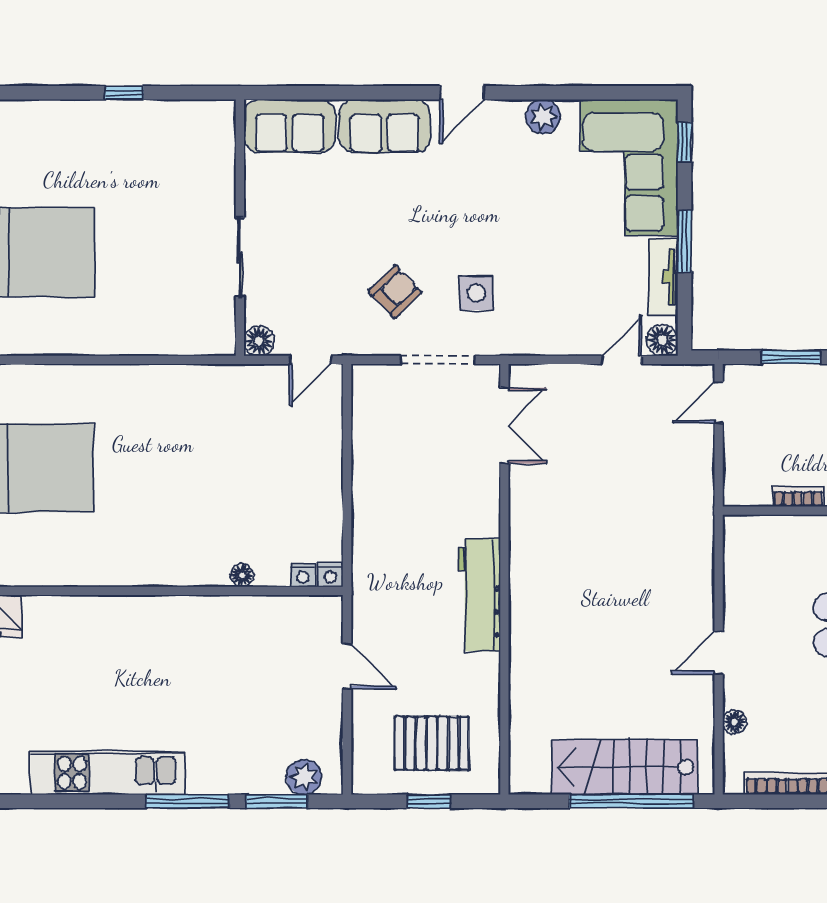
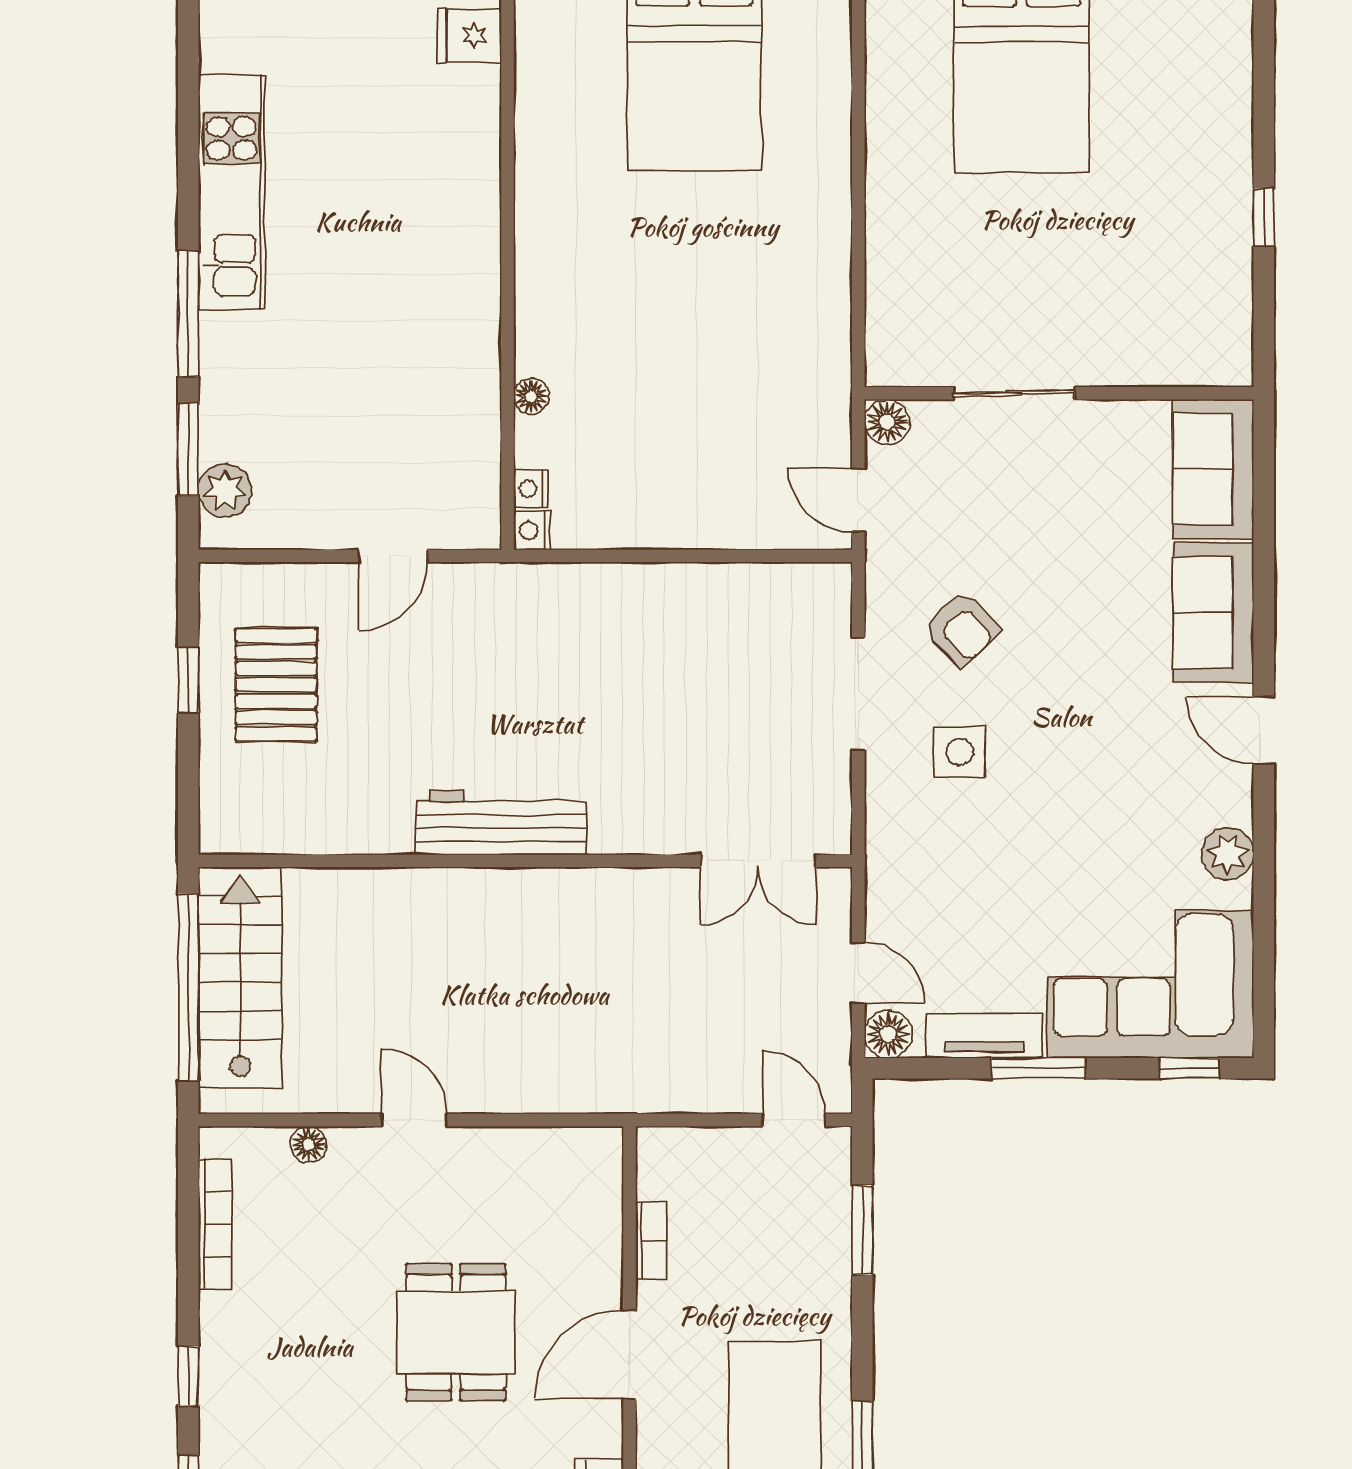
double door: (504, 426) -> (758, 861), moved
wall: (504, 579) -> (525, 861), moved
workbench: (479, 595) -> (501, 823), moved

